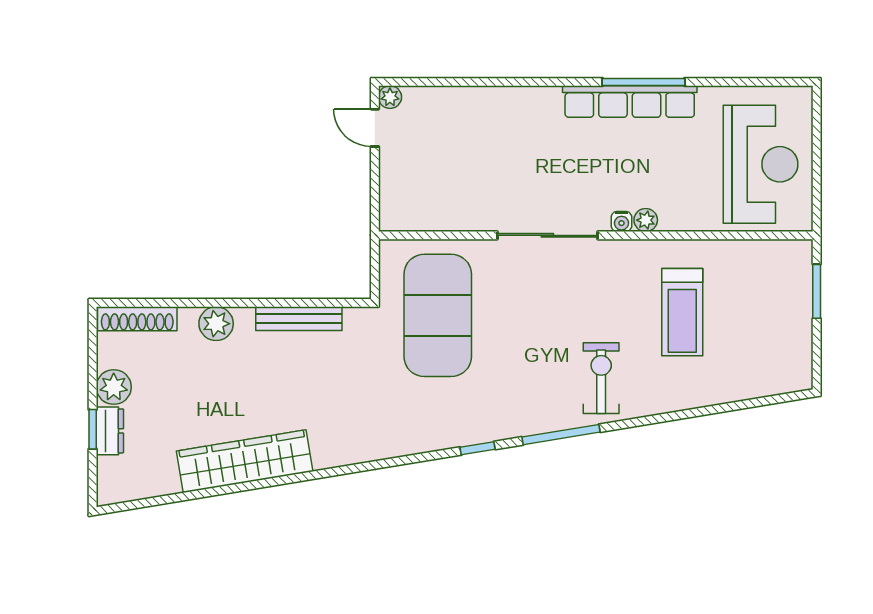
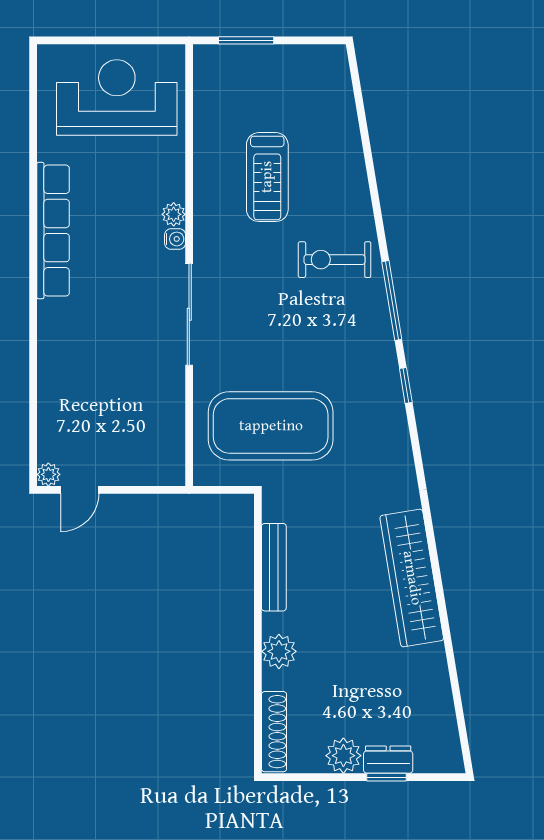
window: (644, 82) -> (33, 217), removed
treadmill: (682, 312) -> (267, 177), turned 90
wardrobe: (245, 461) -> (412, 578), moved

